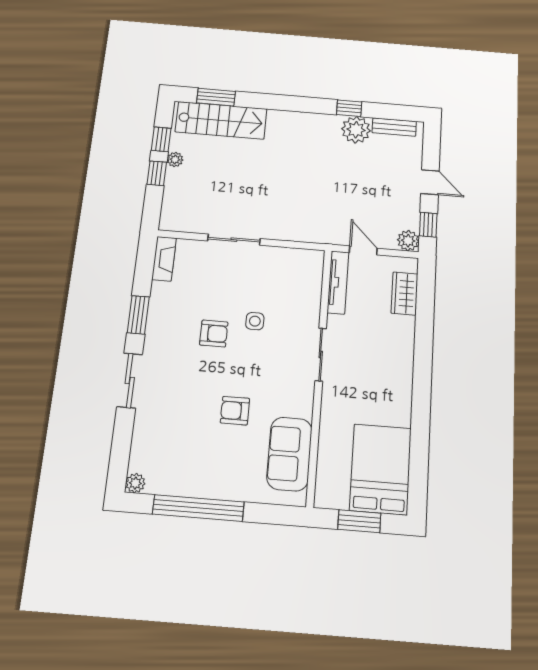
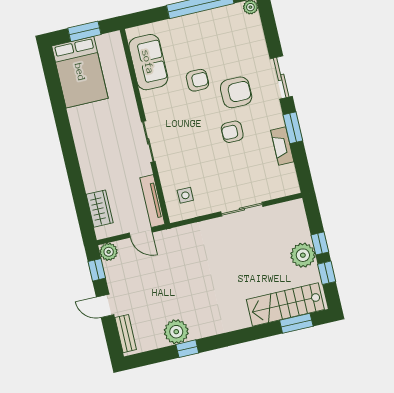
bench: (394, 127) -> (126, 334), moved, turned 90
plant: (175, 159) -> (303, 255), width x1.88, depth x1.88
fireplace: (164, 259) -> (282, 146), moved
side table: (255, 321) -> (185, 195), moved
armchair: (192, 380) -> (236, 92), added

